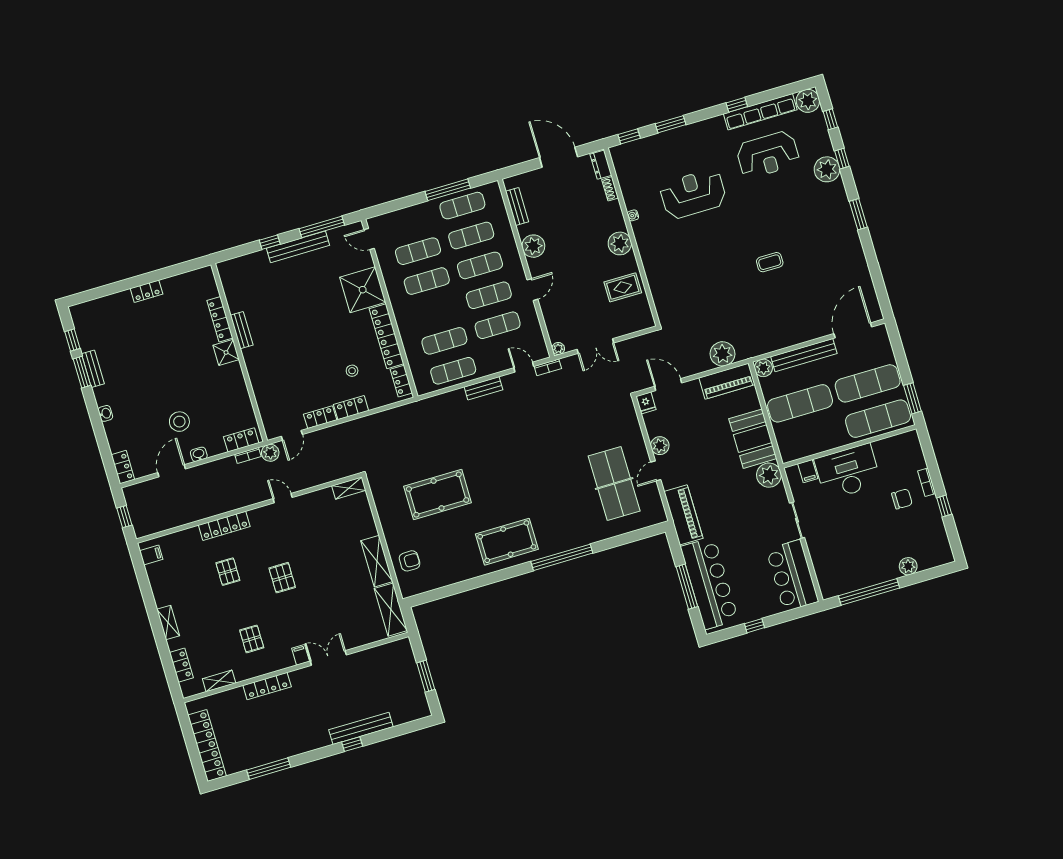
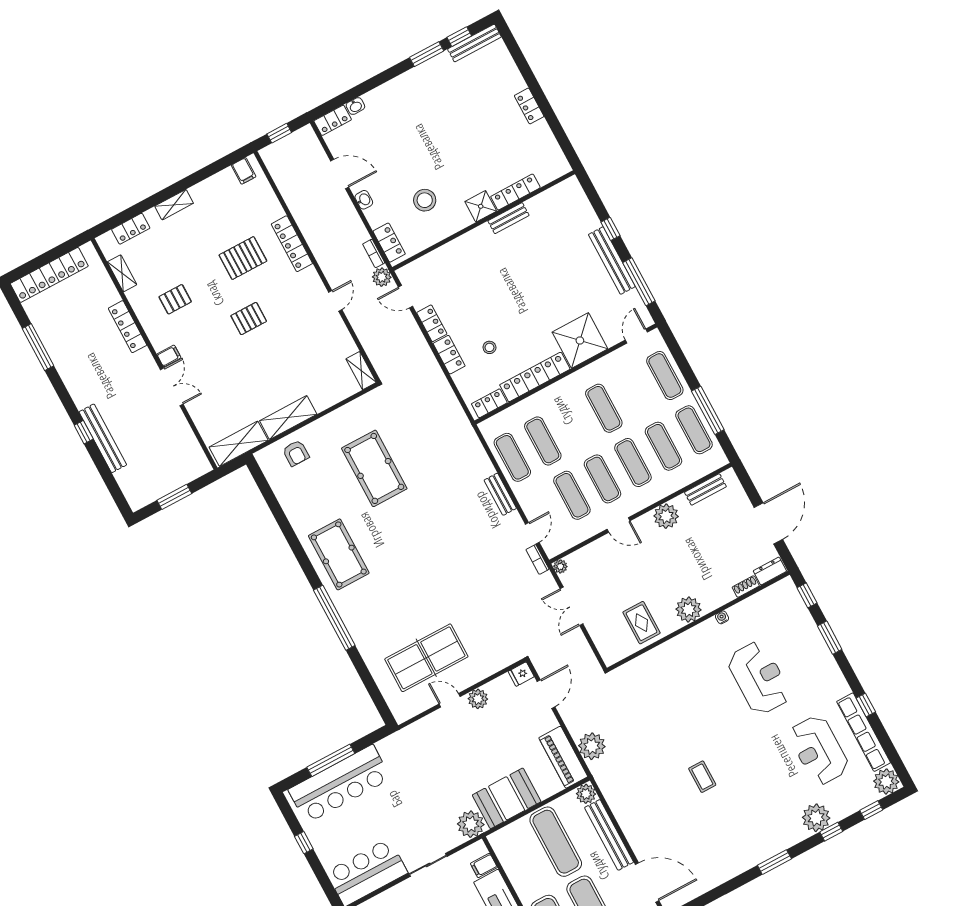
exercise mat: (418, 251) -> (665, 376), moved
bench: (93, 369) -> (474, 43), moved, width x1.36
washbasin: (105, 413) -> (355, 106), moved
stool: (179, 422) -> (425, 200), moved
piano: (683, 515) -> (408, 740), removed
pallet: (228, 572) -> (243, 258), width x1.50, depth x1.42

